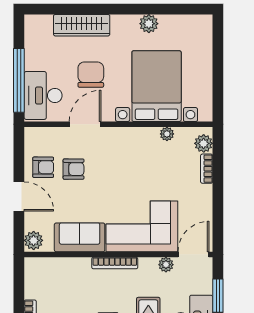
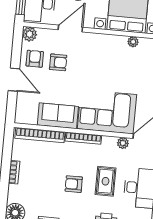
armchair: (43, 167) -> (35, 59), turned -90
plant: (34, 240) -> (30, 34), moved
bookcase: (59, 264) -> (40, 135), added

